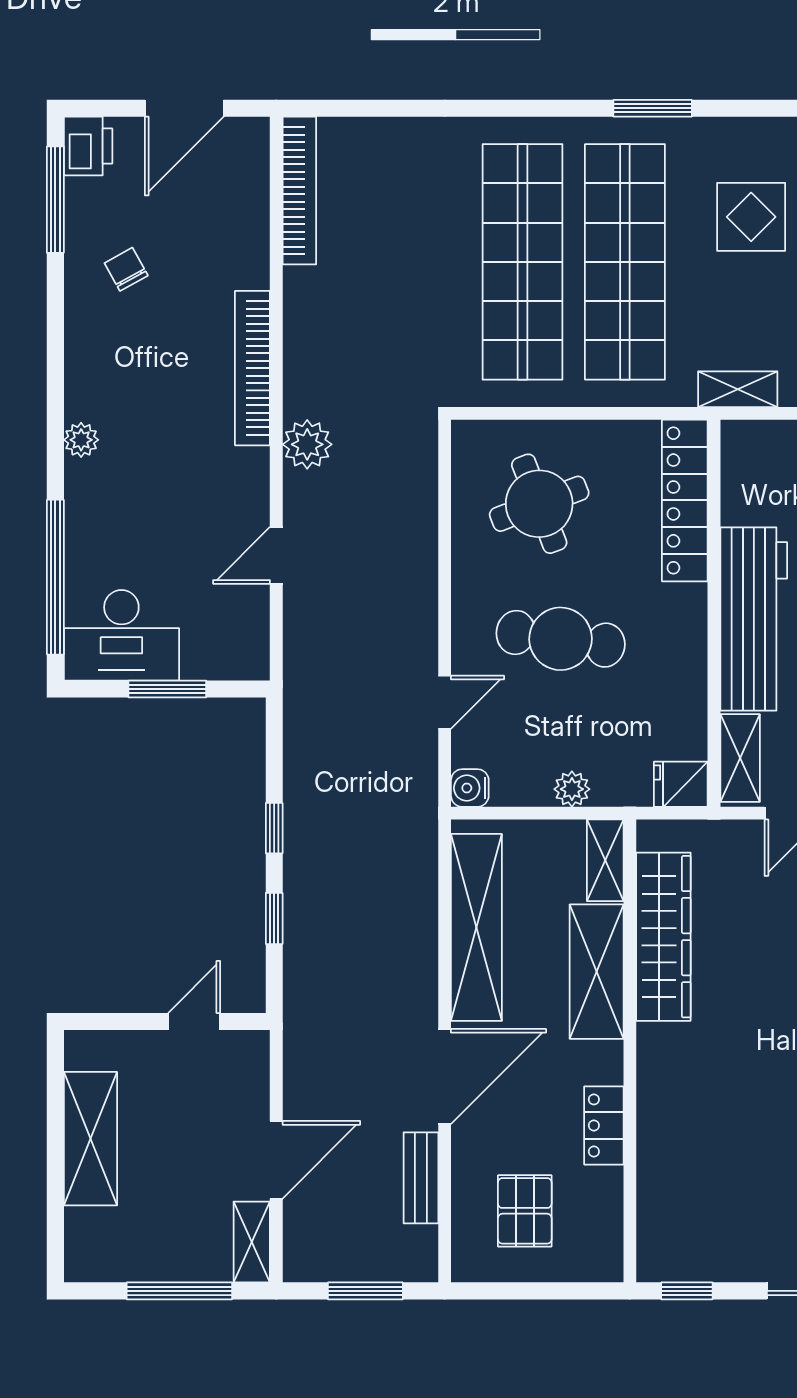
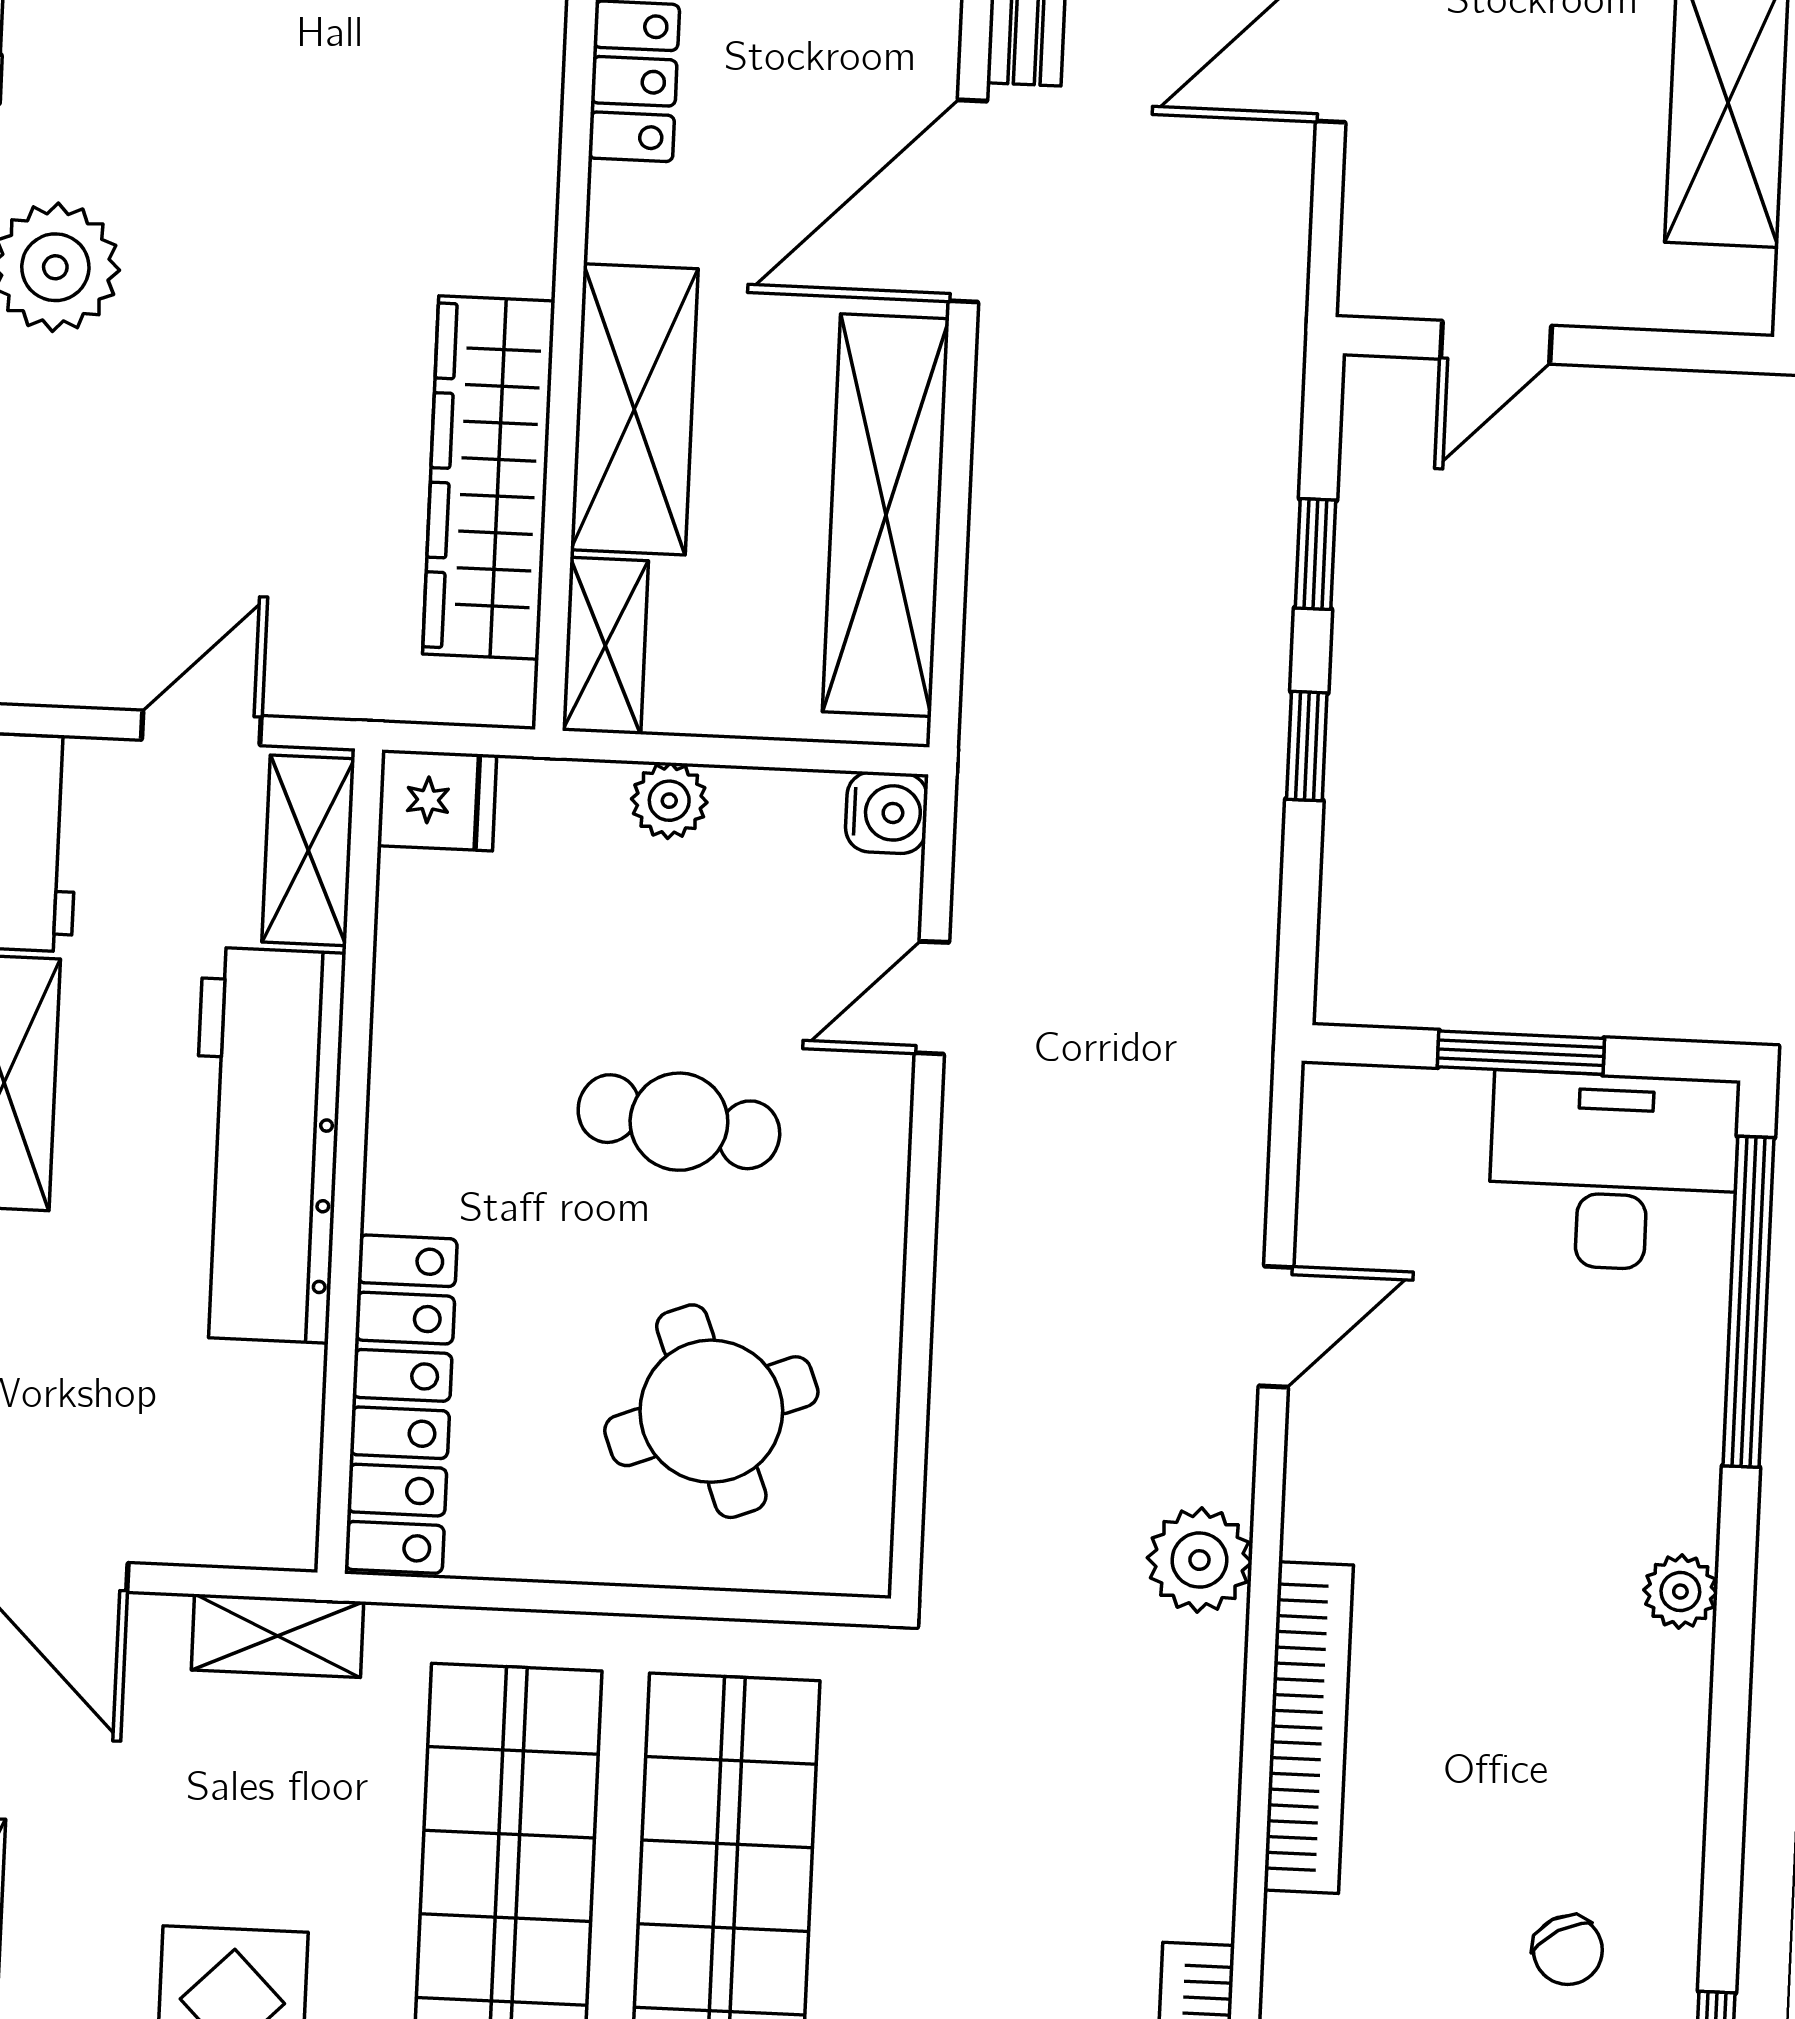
cafe table: (561, 639) -> (679, 1122), width x0.73, depth x0.74

